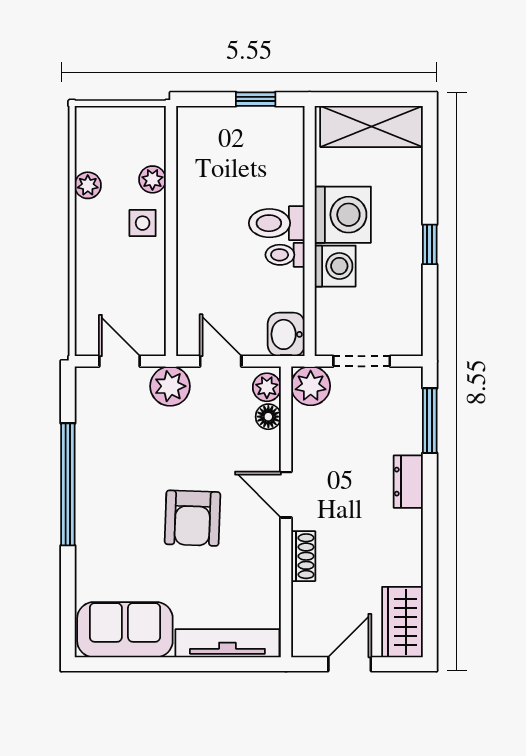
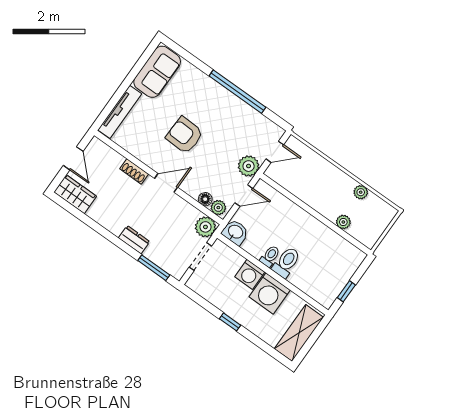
side table: (143, 223) -> (328, 204), removed

